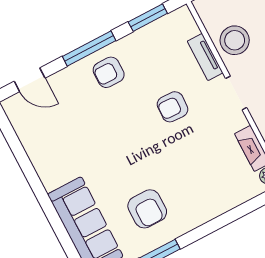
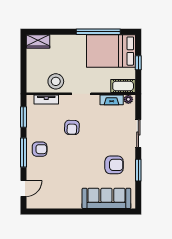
tv unit: (205, 57) -> (46, 100), moved
armchair: (109, 72) -> (40, 149), turned -90
sliding door: (220, 222) -> (138, 134), added

